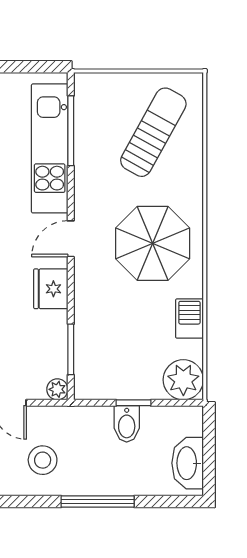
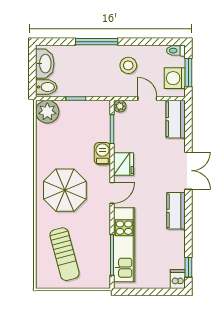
sun lounger: (153, 132) -> (64, 254), turned -44
barbecue: (189, 319) -> (102, 154), moved, turned 180
bidet: (127, 424) -> (46, 87), moved, turned 90

